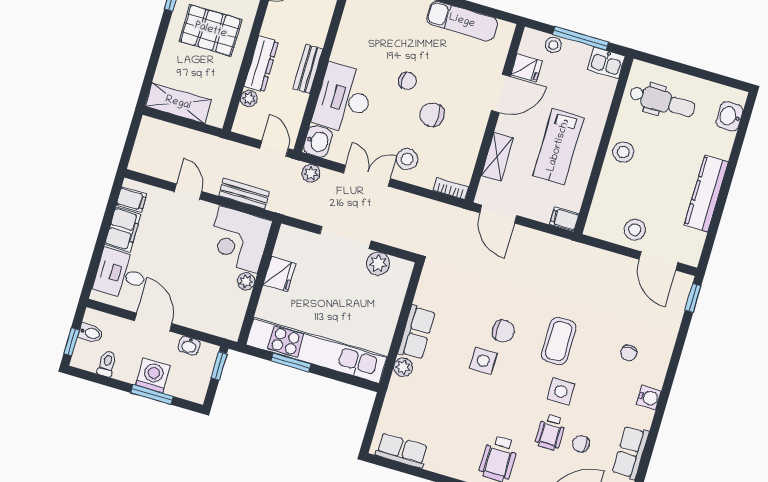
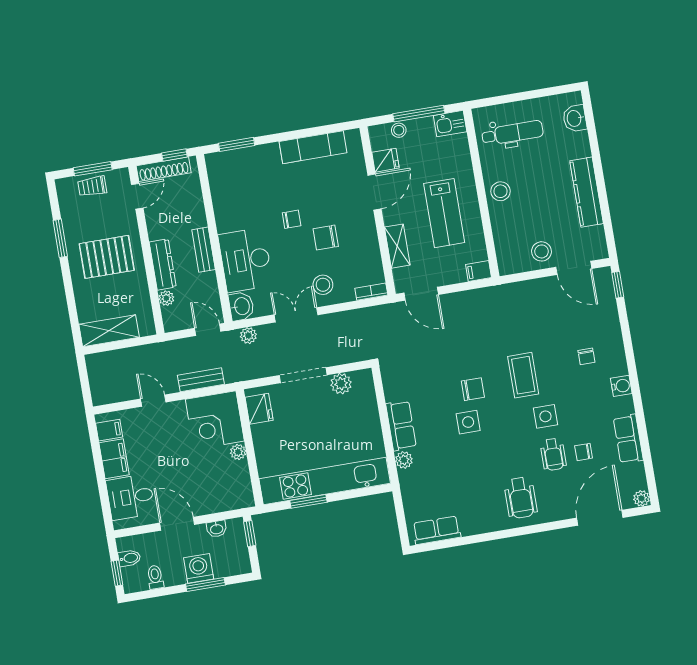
fridge: (280, 274) -> (259, 409), moved

